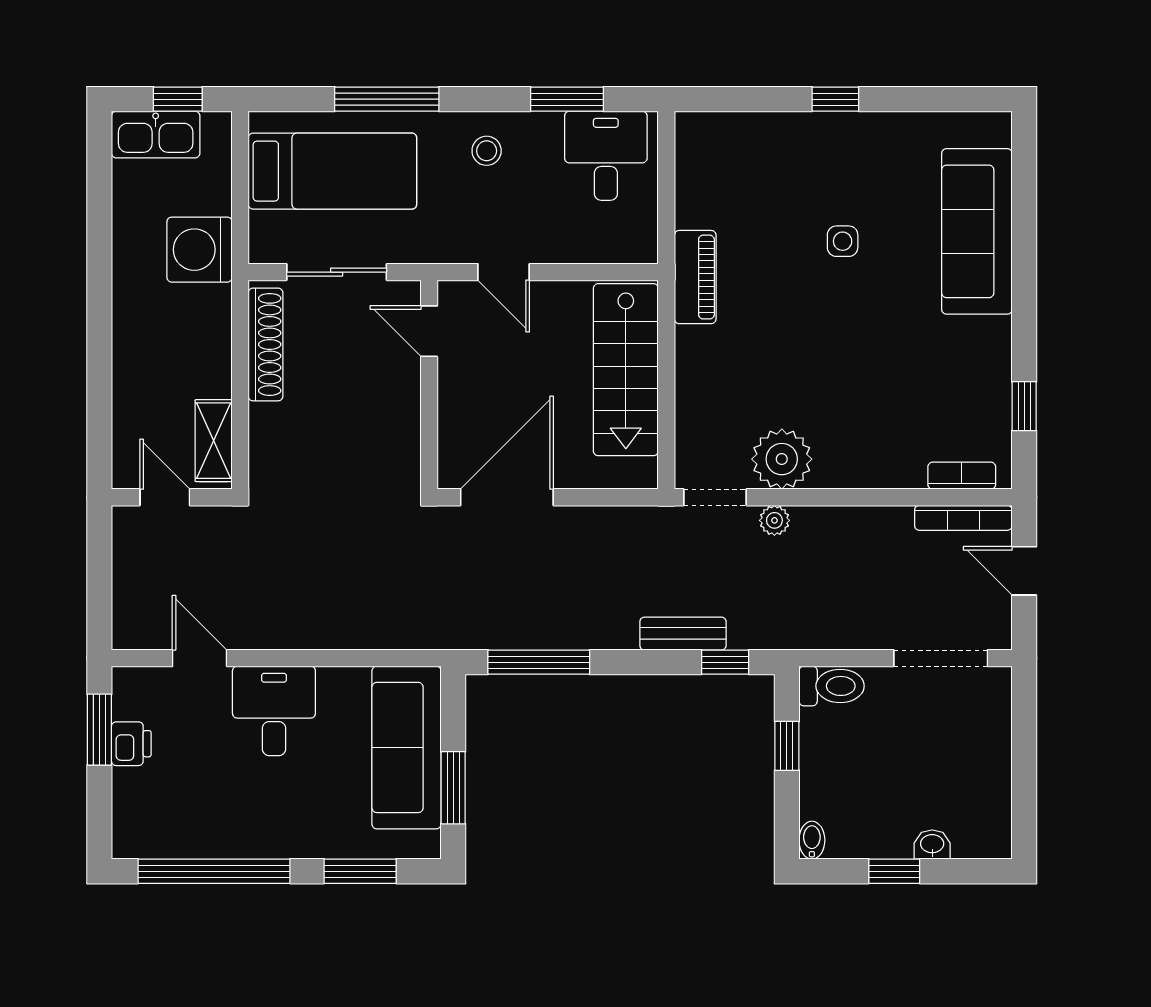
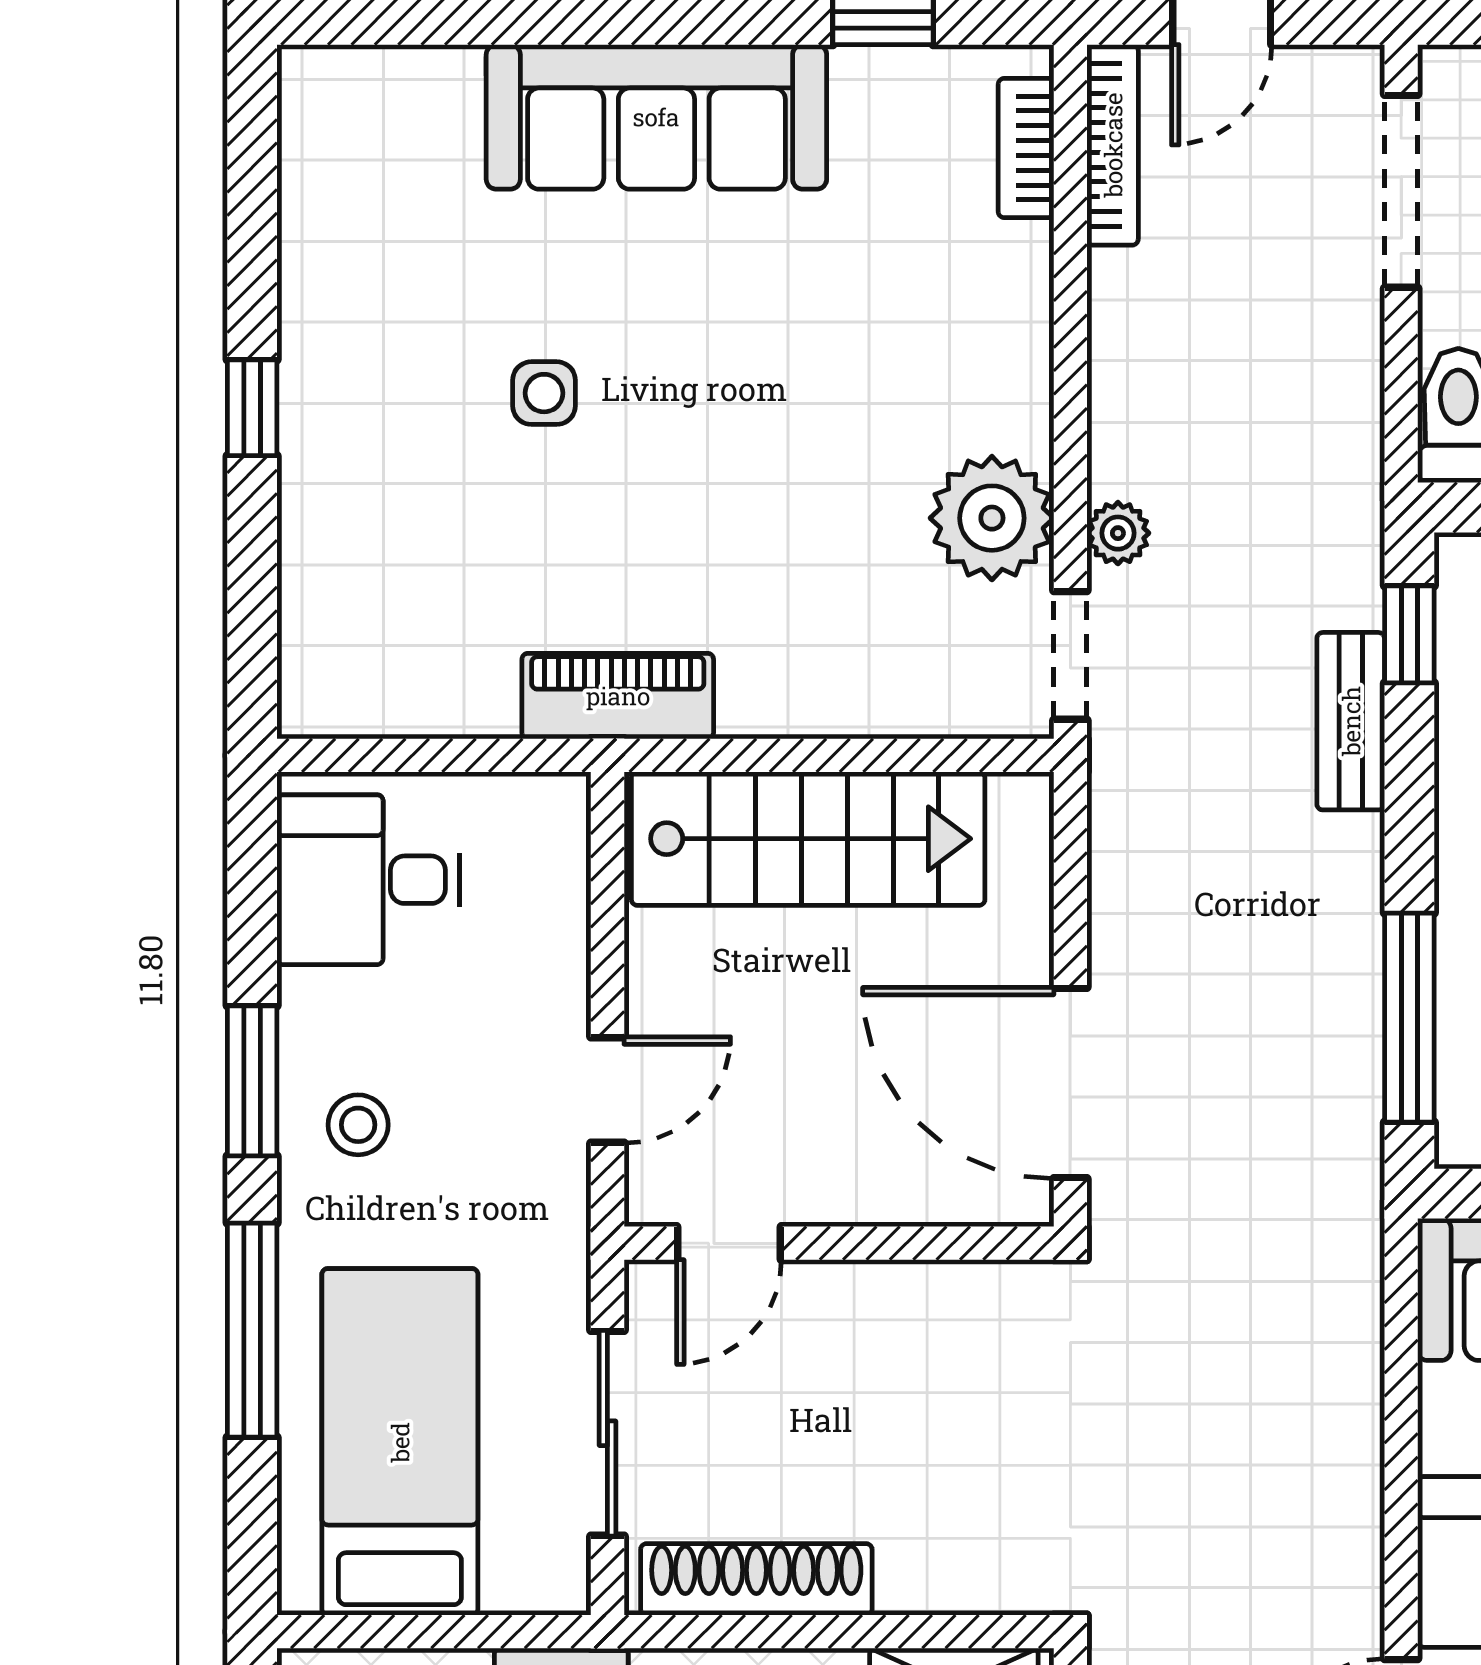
window: (567, 99) -> (252, 1081), moved
sofa: (977, 231) -> (656, 117), moved

